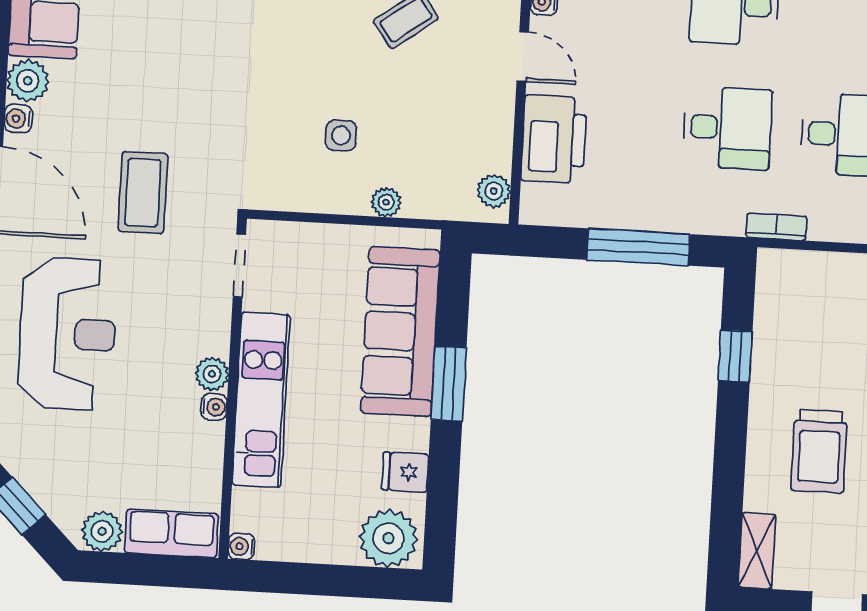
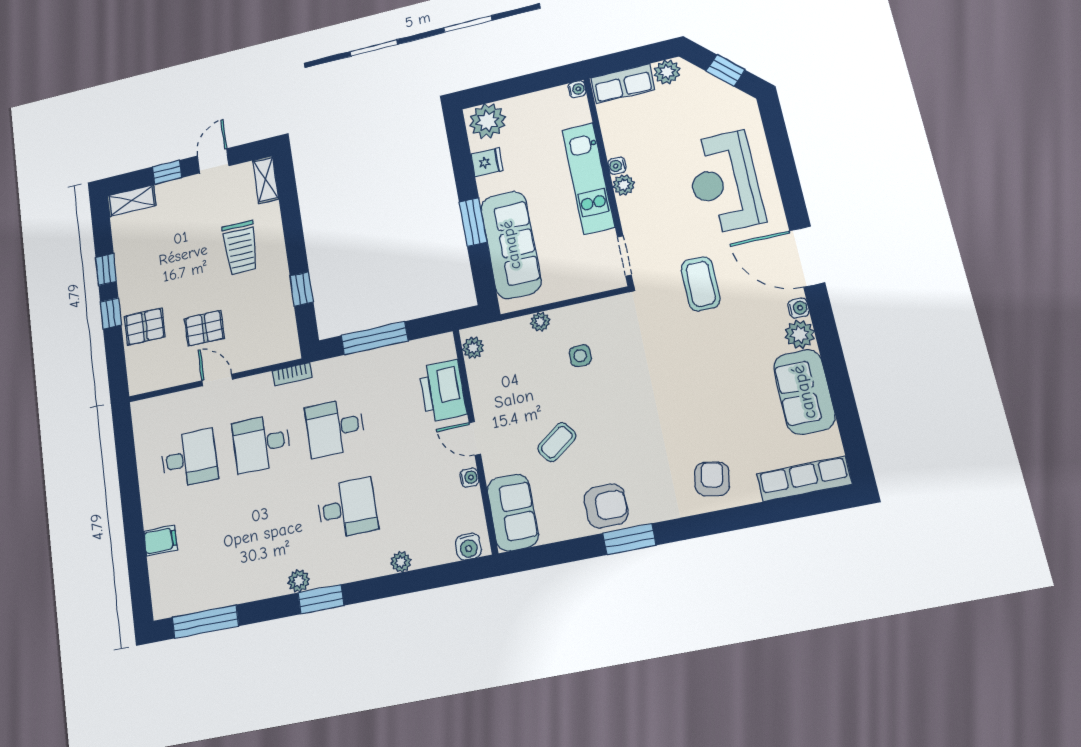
trolley: (819, 451) -> (240, 248), turned 180

